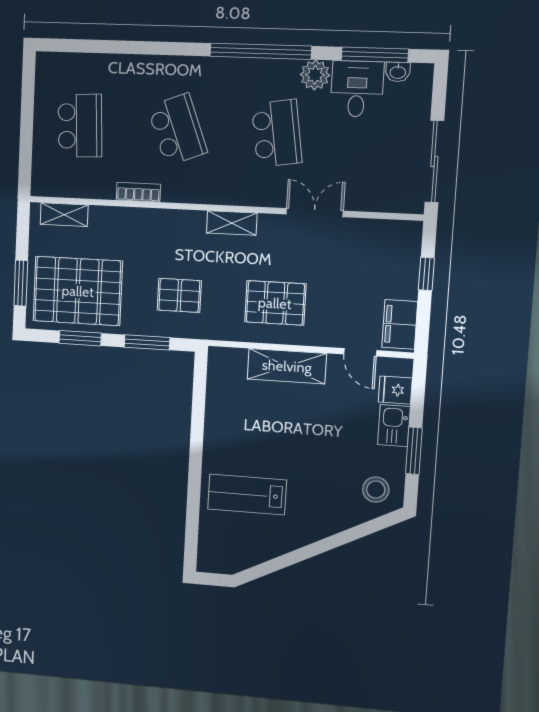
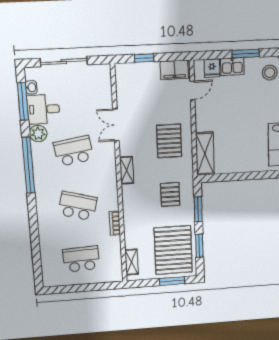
school desk: (177, 130) -> (78, 206), turned 36
sliding door: (434, 162) -> (64, 62), moved
shelving: (287, 366) -> (205, 154), moved

